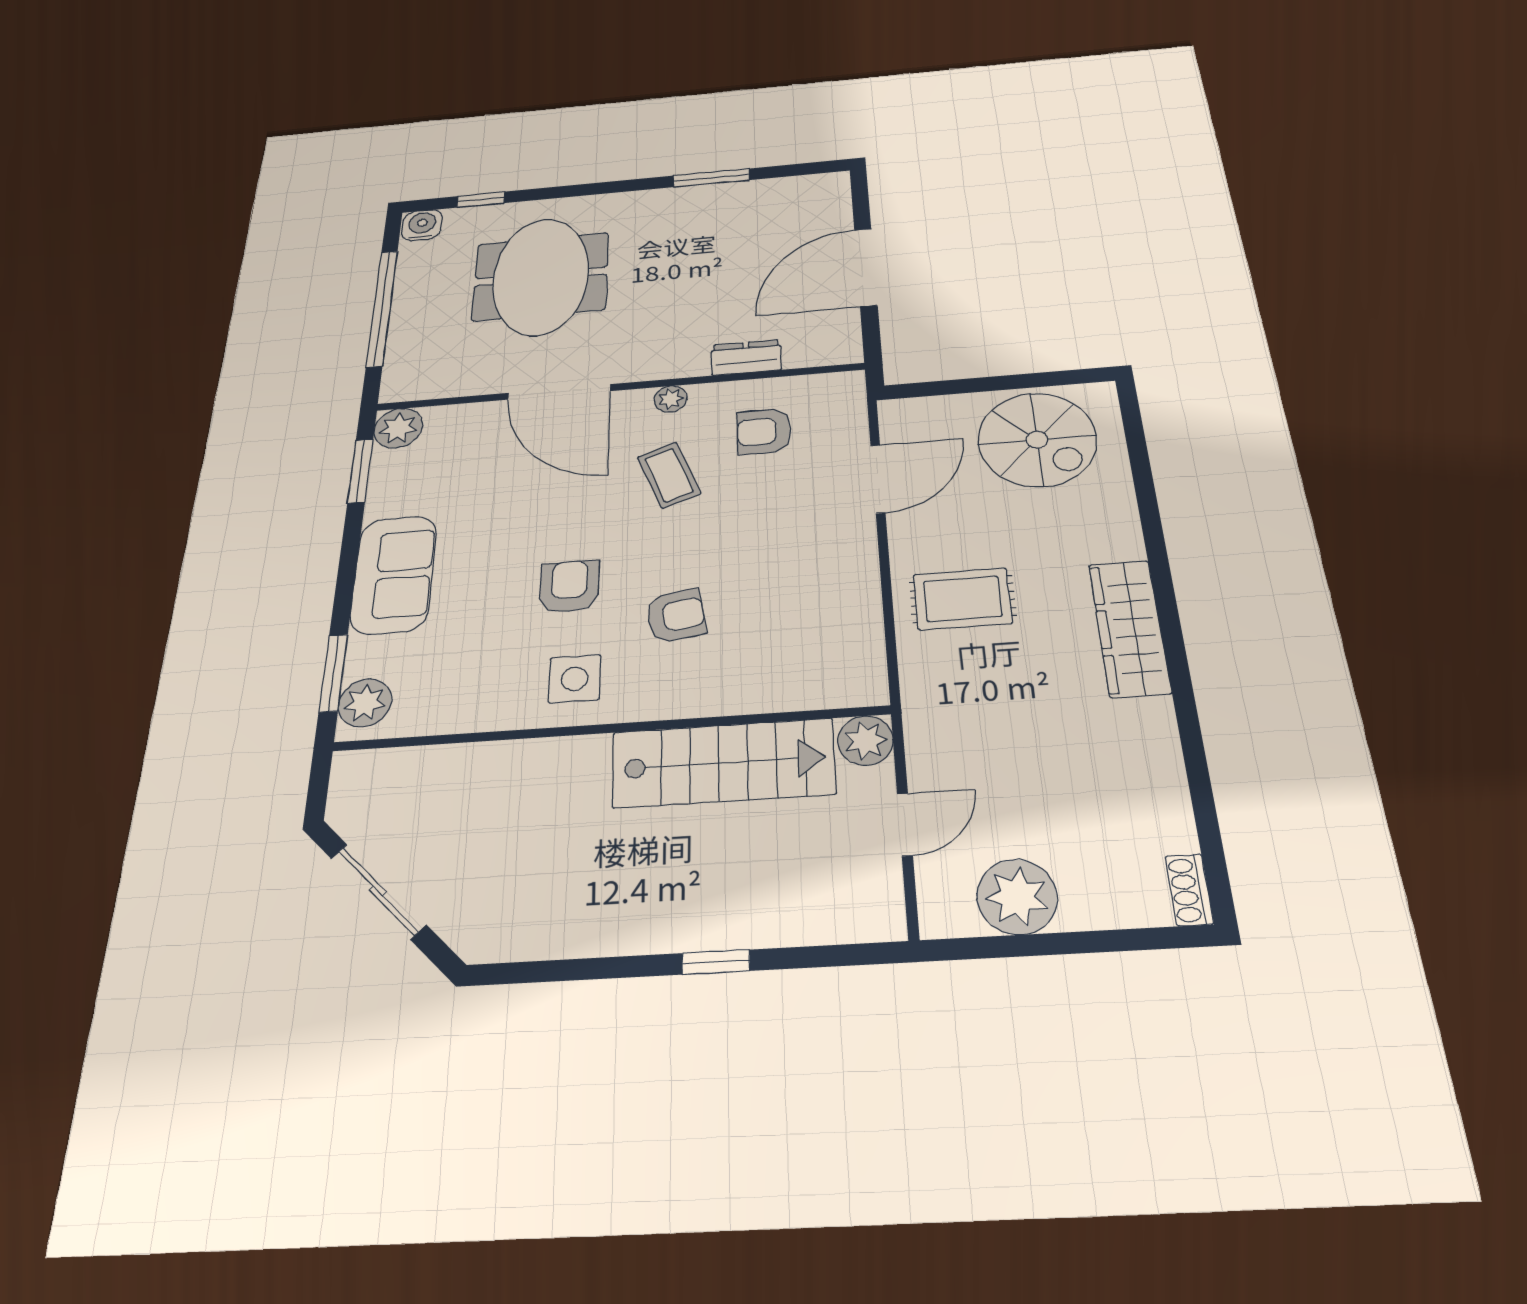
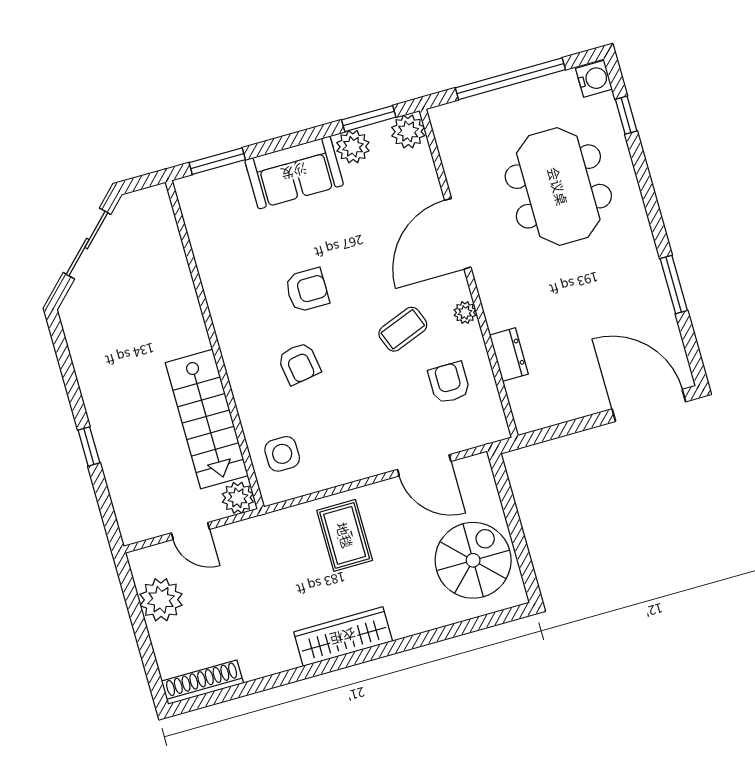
door: (866, 267) -> (649, 405), moved
meeting table: (541, 276) -> (558, 186), turned 90
spiral stairs: (1037, 440) -> (473, 560), turned 180
side table: (575, 679) -> (282, 454), moved
plant: (365, 703) -> (353, 147), moved
shoe rack: (1189, 890) -> (202, 682), width x1.94, depth x1.24

